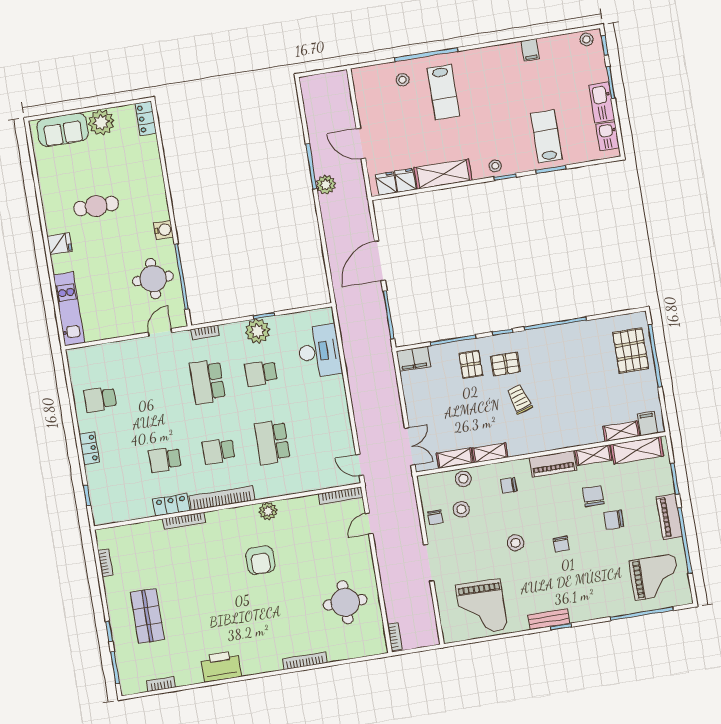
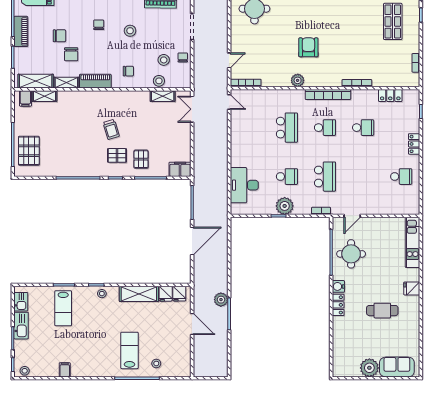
locker: (146, 118) -> (338, 305), moved
shelving: (490, 453) -> (138, 96), removed
locker: (171, 505) -> (390, 96), moved

